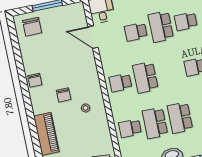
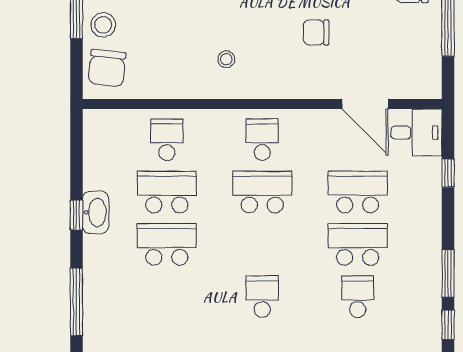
school desk: (136, 32) -> (358, 192), width x1.85
door: (93, 37) -> (365, 104), swing flipped
chair: (64, 95) -> (316, 32), moved

